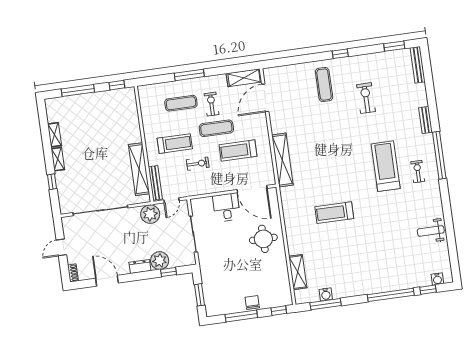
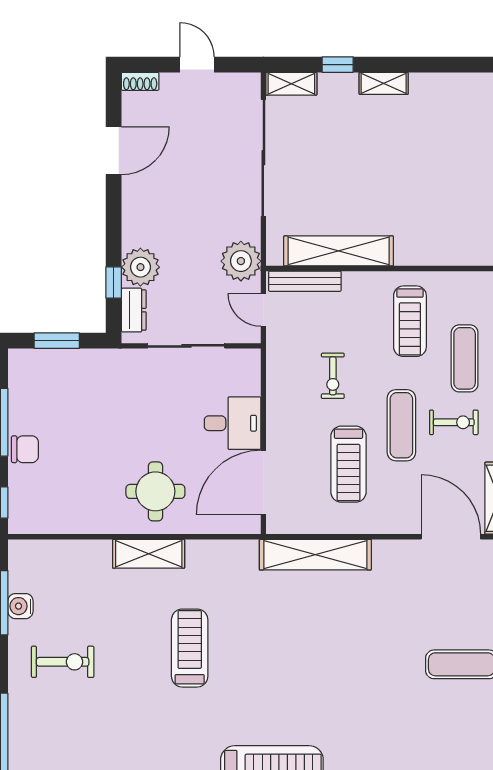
exercise bike: (366, 98) -> (63, 662), moved
shelving: (55, 135) -> (291, 84), moved
treadmill: (175, 144) -> (410, 321), moved
treadmill: (238, 150) -> (348, 464), turned 180
dresser: (140, 267) -> (134, 310), moved
shelving: (298, 272) -> (149, 554), moved

